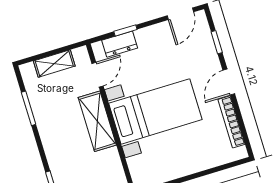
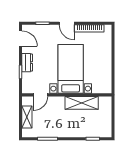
dresser: (120, 44) -> (27, 63), moved
door: (97, 75) -> (40, 95), swing flipped
shelving: (97, 121) -> (82, 103), moved

